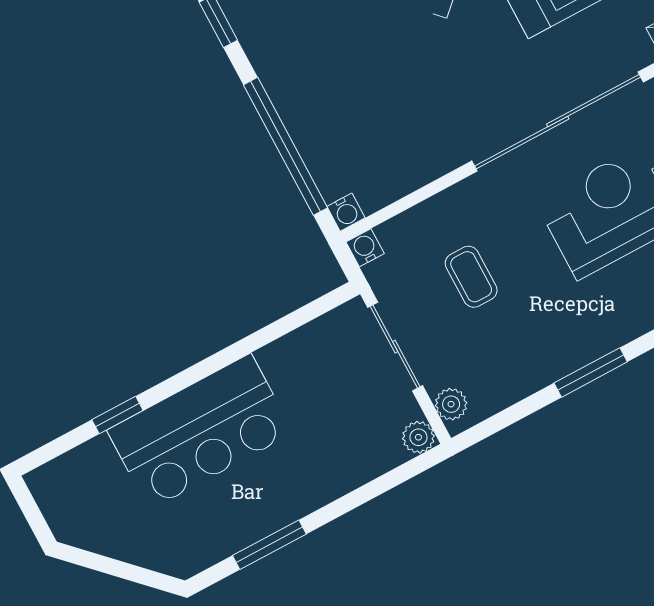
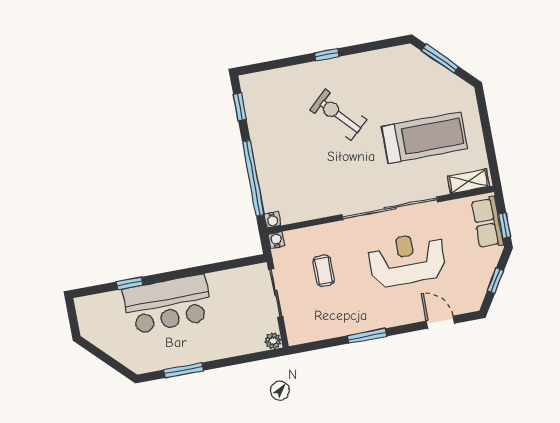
plant: (451, 404) -> (294, 330), removed

